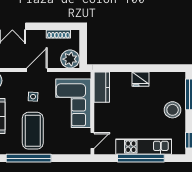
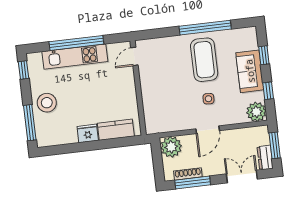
window: (55, 26) -> (193, 182), added
kitchen counter: (102, 87) -> (116, 130), moved, turned 90
corner sofa: (73, 103) -> (162, 97), removed

